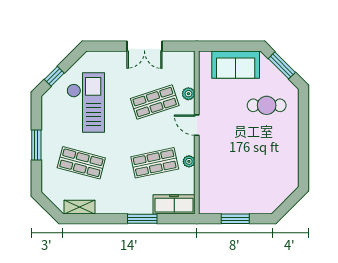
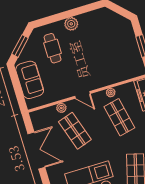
double door: (144, 46) -> (36, 151), width x1.37
door: (197, 125) -> (83, 95), hinge flipped
plant: (290, 138) -> (71, 24), added

